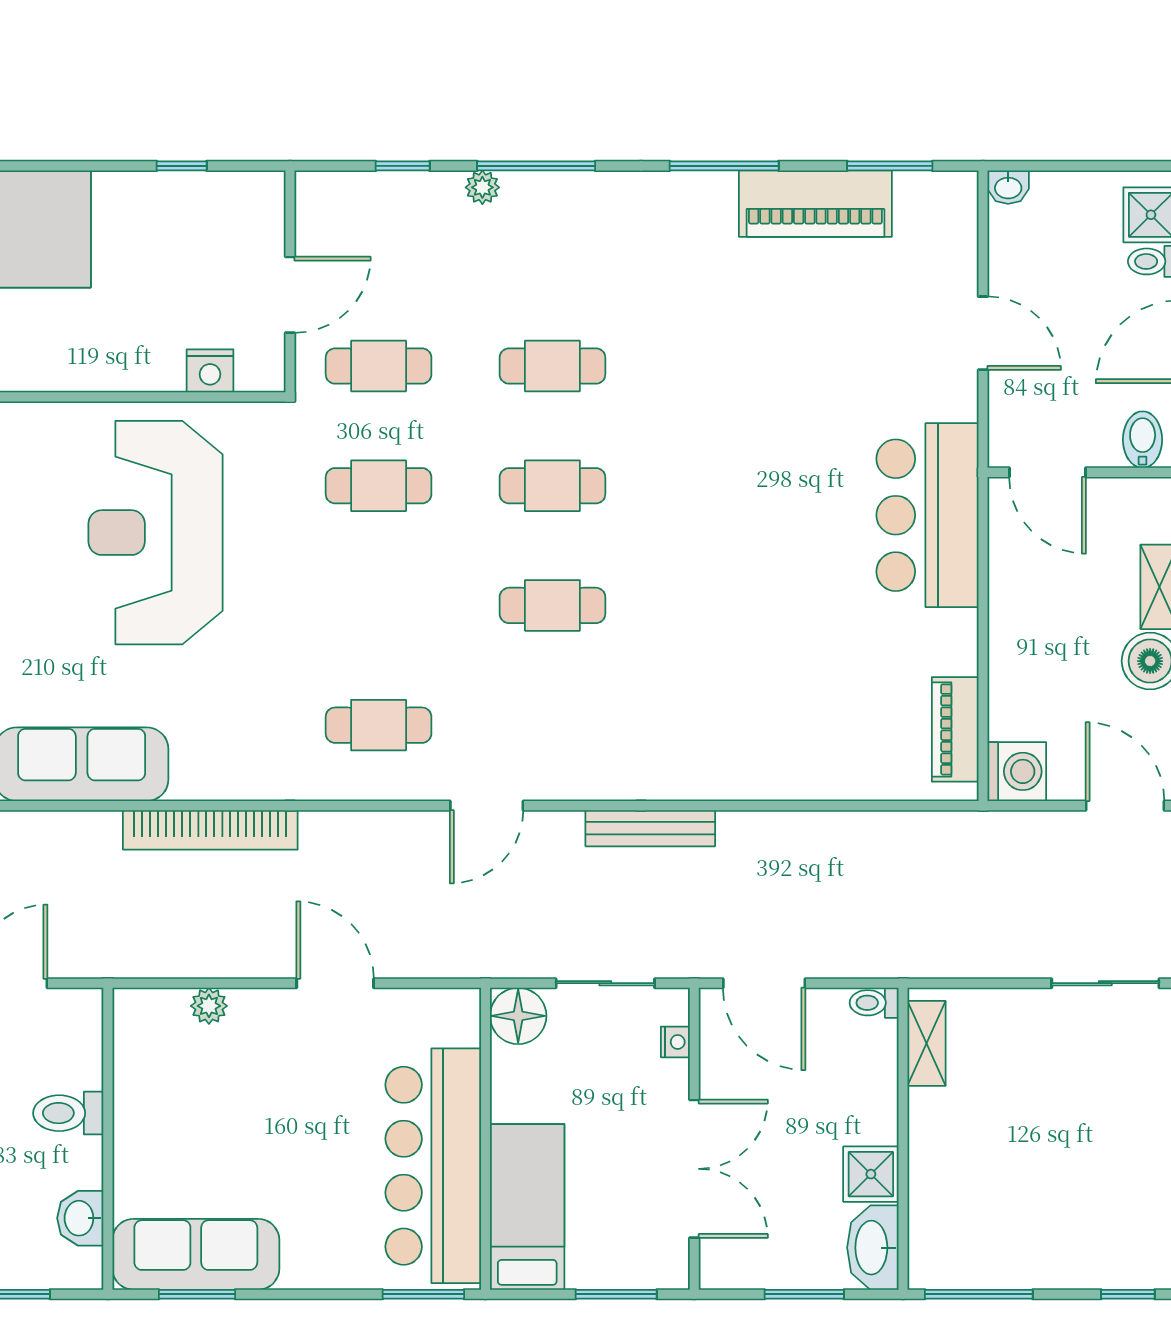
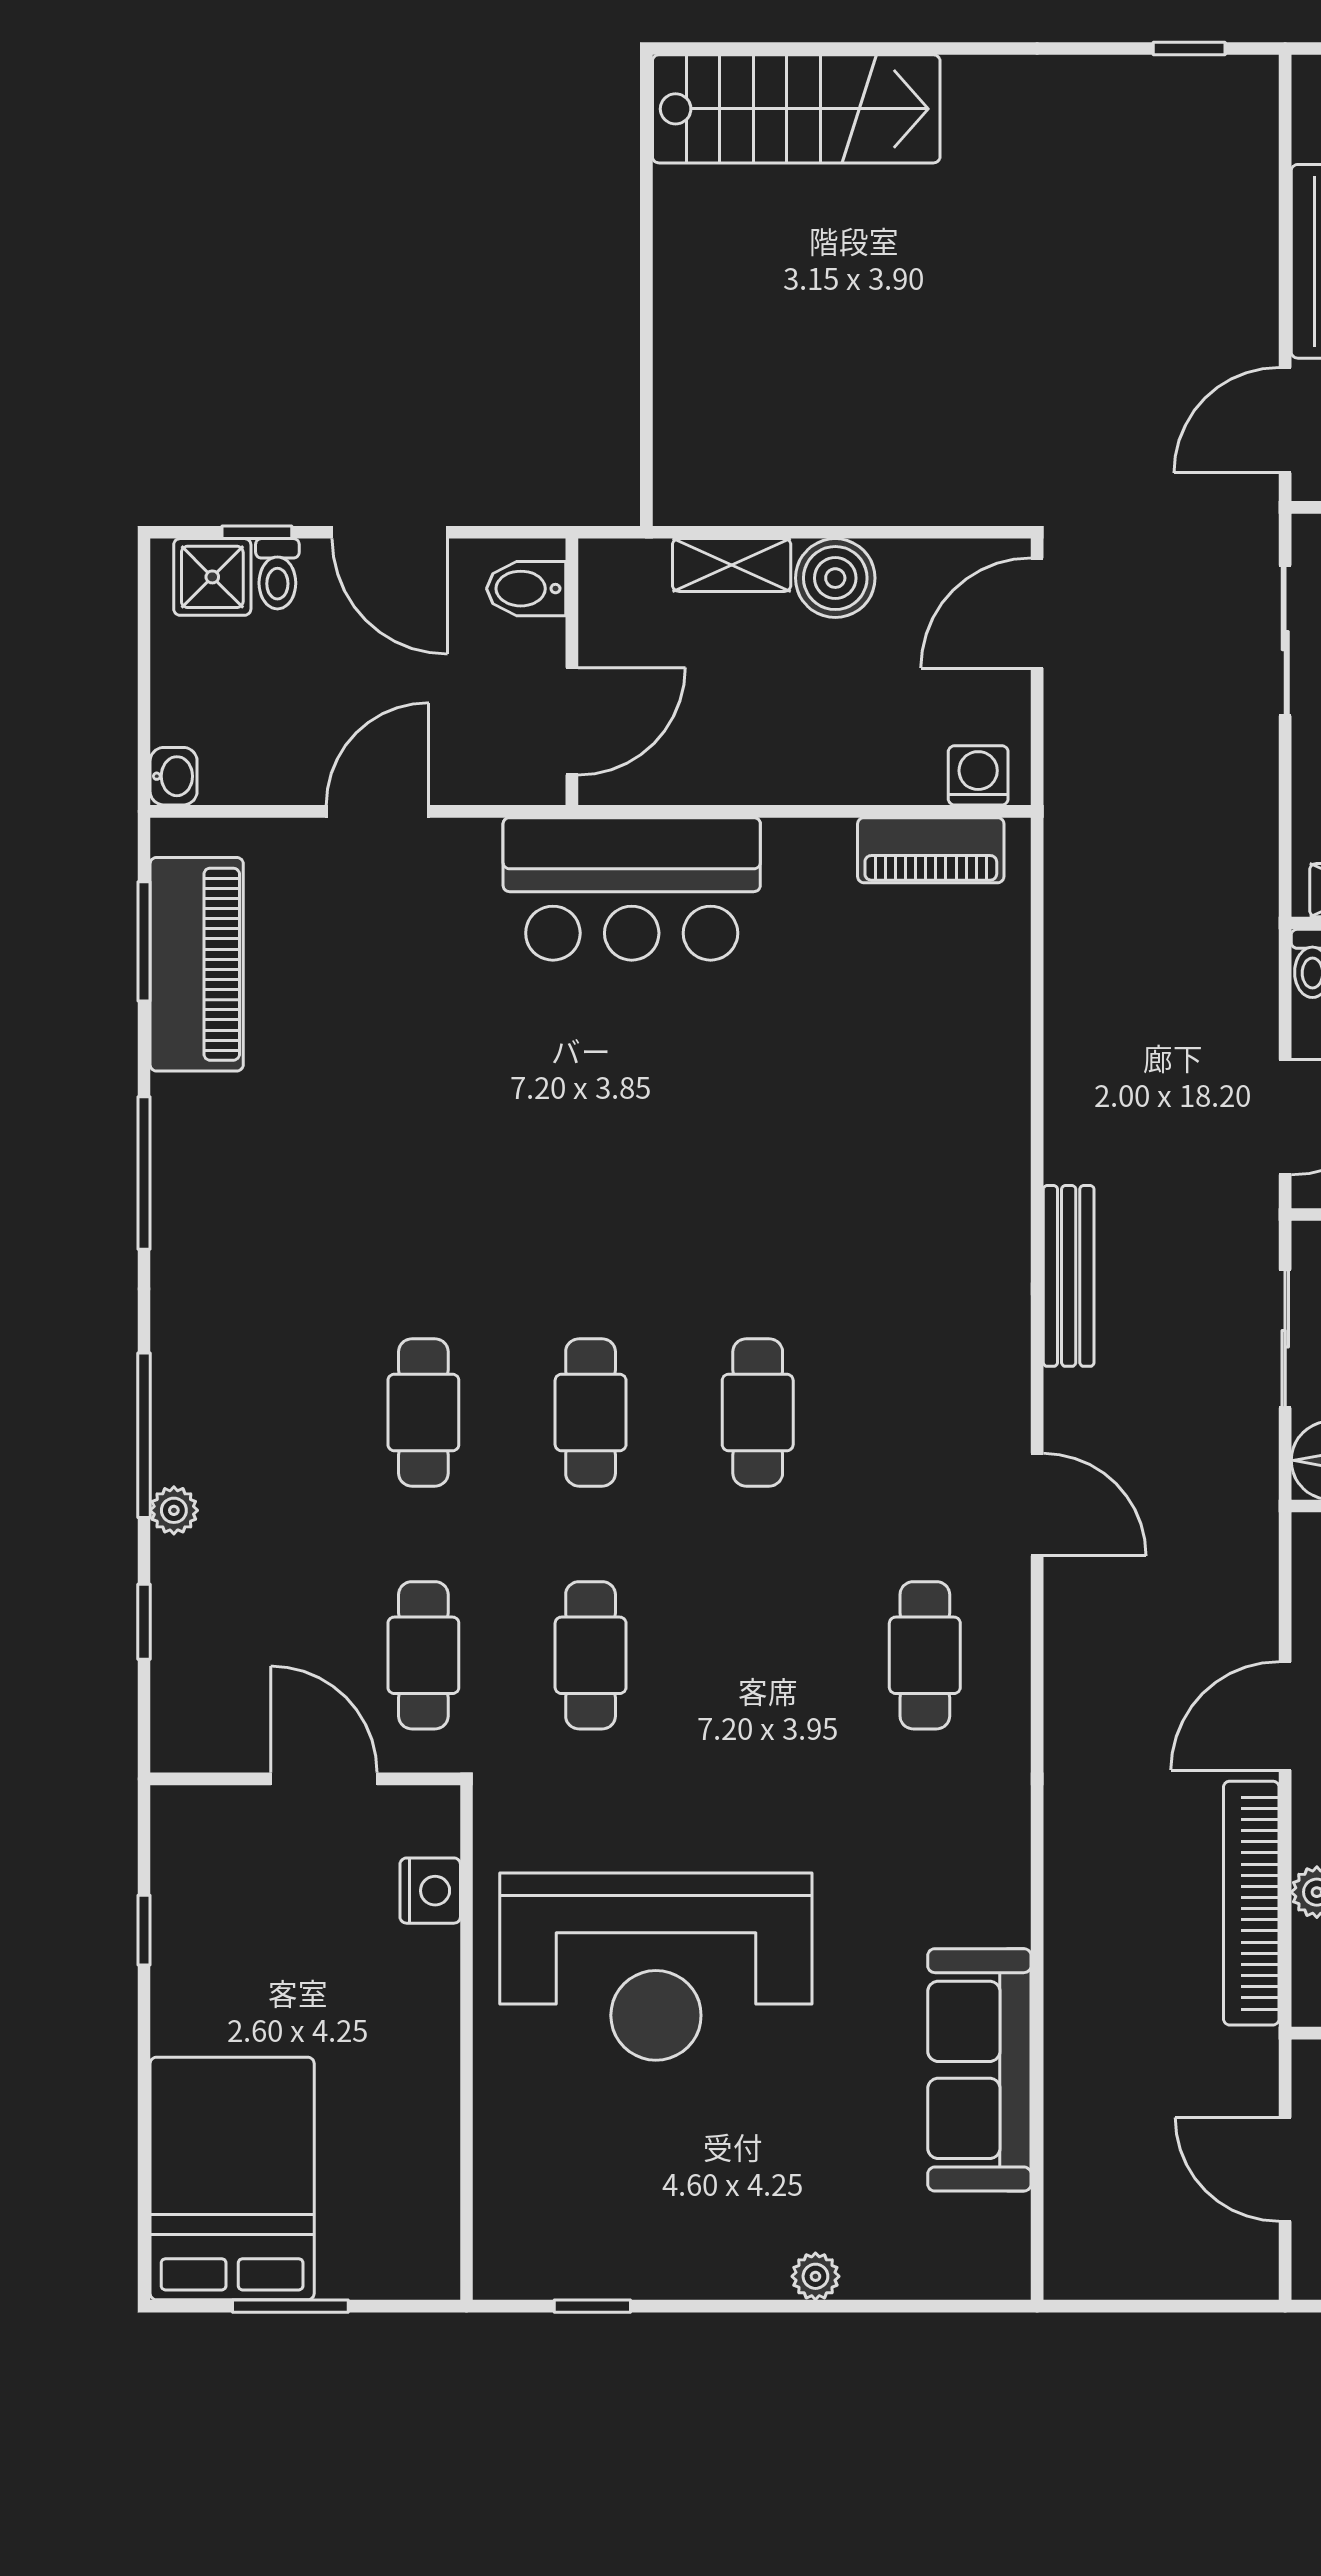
piano: (815, 204) -> (197, 964), moved
washing machine: (1017, 771) -> (978, 775), width x0.73, depth x0.73
bookcase: (210, 830) -> (1251, 1903), moved, turned 180

